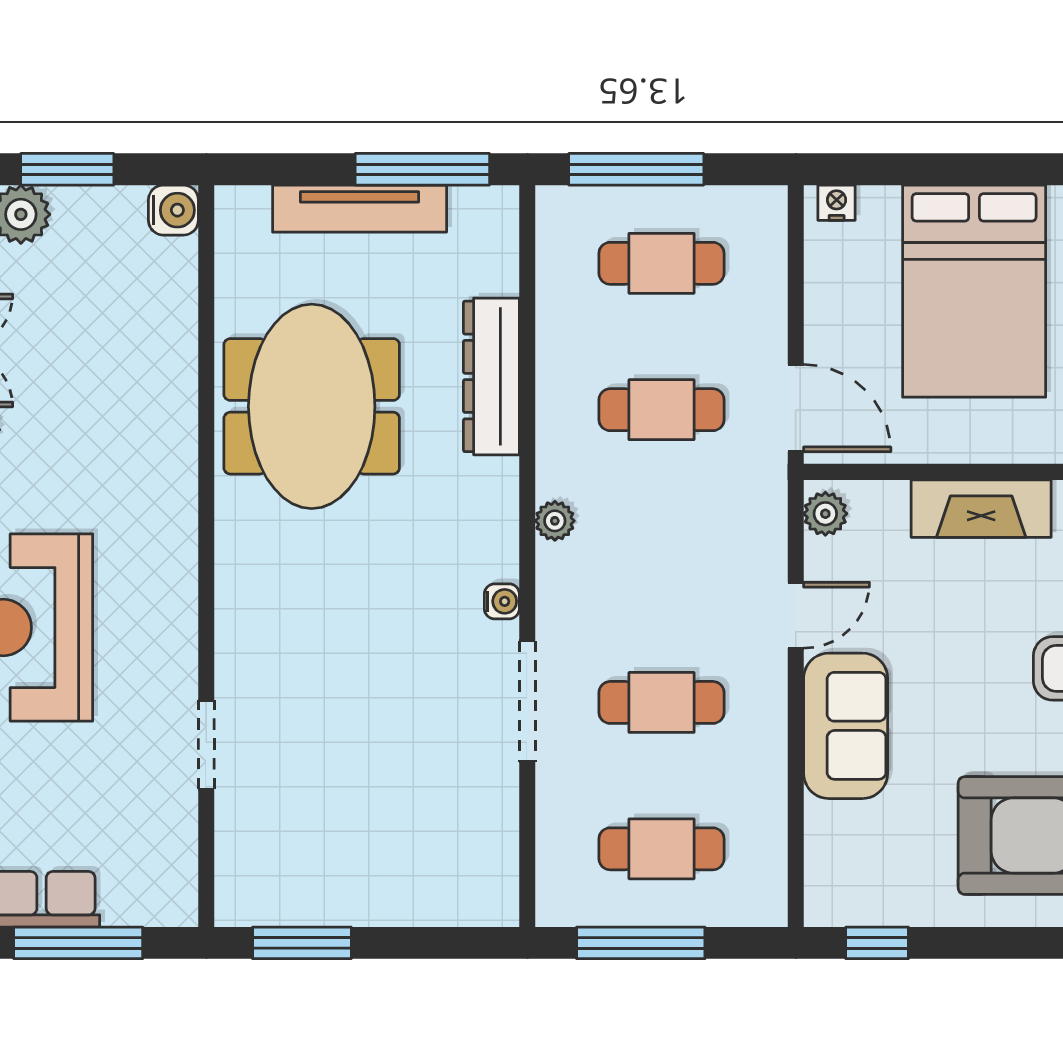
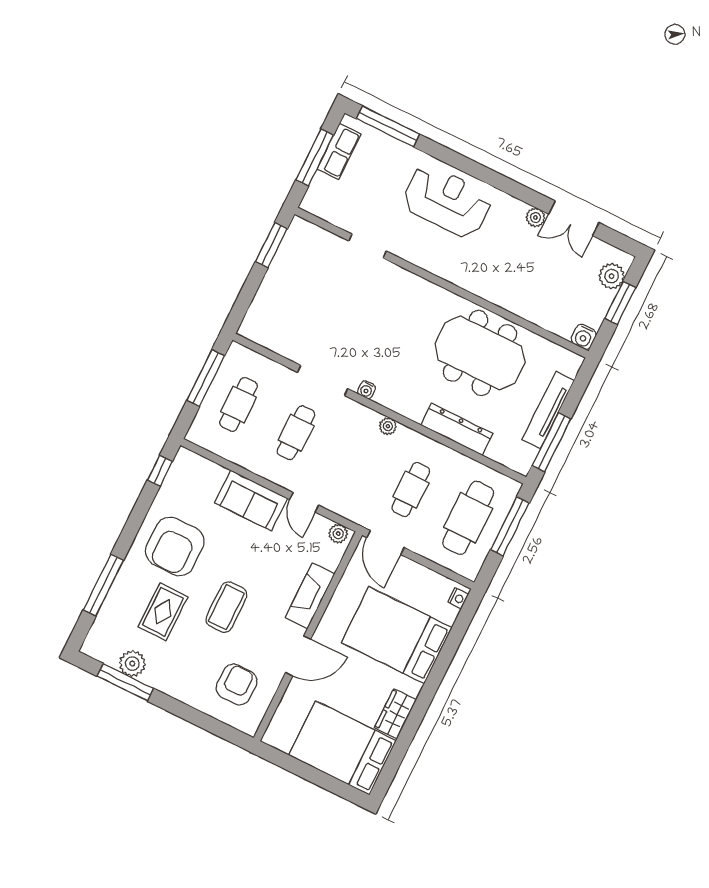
cafe table: (662, 263) -> (468, 518), width x1.37, depth x1.35
door: (796, 408) -> (385, 542), hinge flipped

